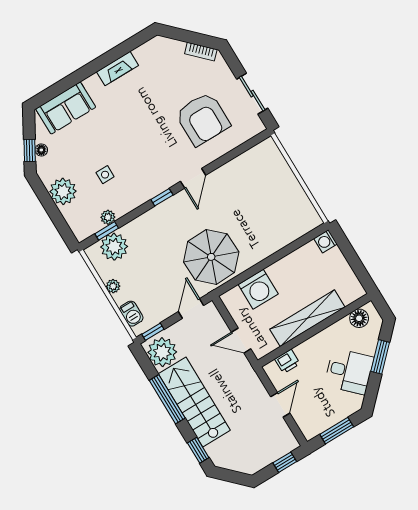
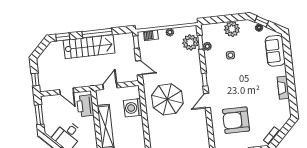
door: (193, 178) -> (207, 101), hinge flipped
parasol: (211, 257) -> (167, 99), moved
plant: (162, 352) -> (123, 42), removed
printer: (287, 361) -> (85, 106), width x1.87, depth x1.48

